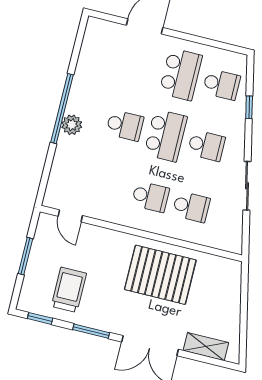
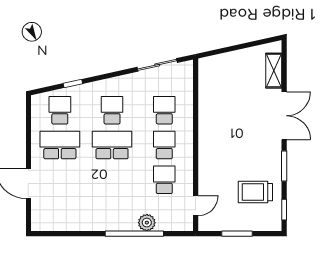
window: (62, 109) -> (134, 234), moved
plant: (72, 125) -> (147, 223), moved
school desk: (125, 125) -> (164, 180), moved
sliding door: (247, 186) -> (157, 65), moved
pallet: (160, 275) -> (225, 121), removed

